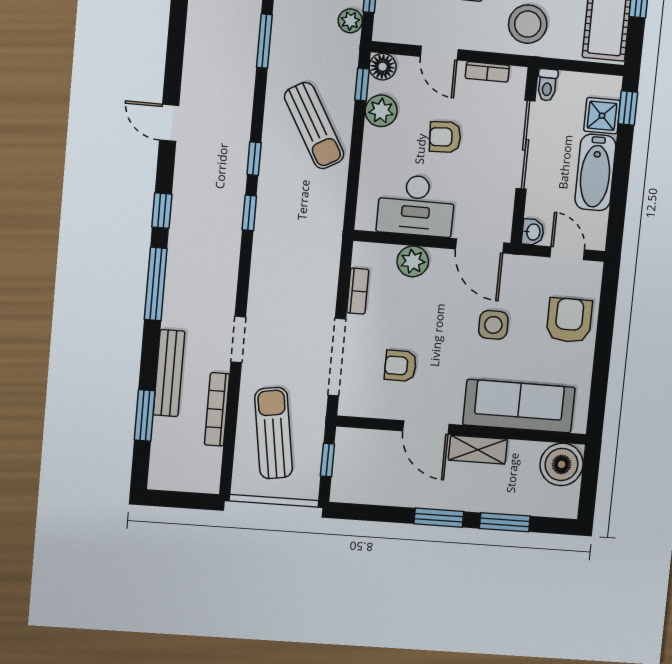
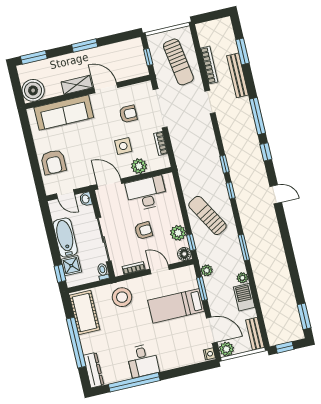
side table: (493, 325) -> (123, 146), moved
window: (505, 522) -> (34, 57), moved

